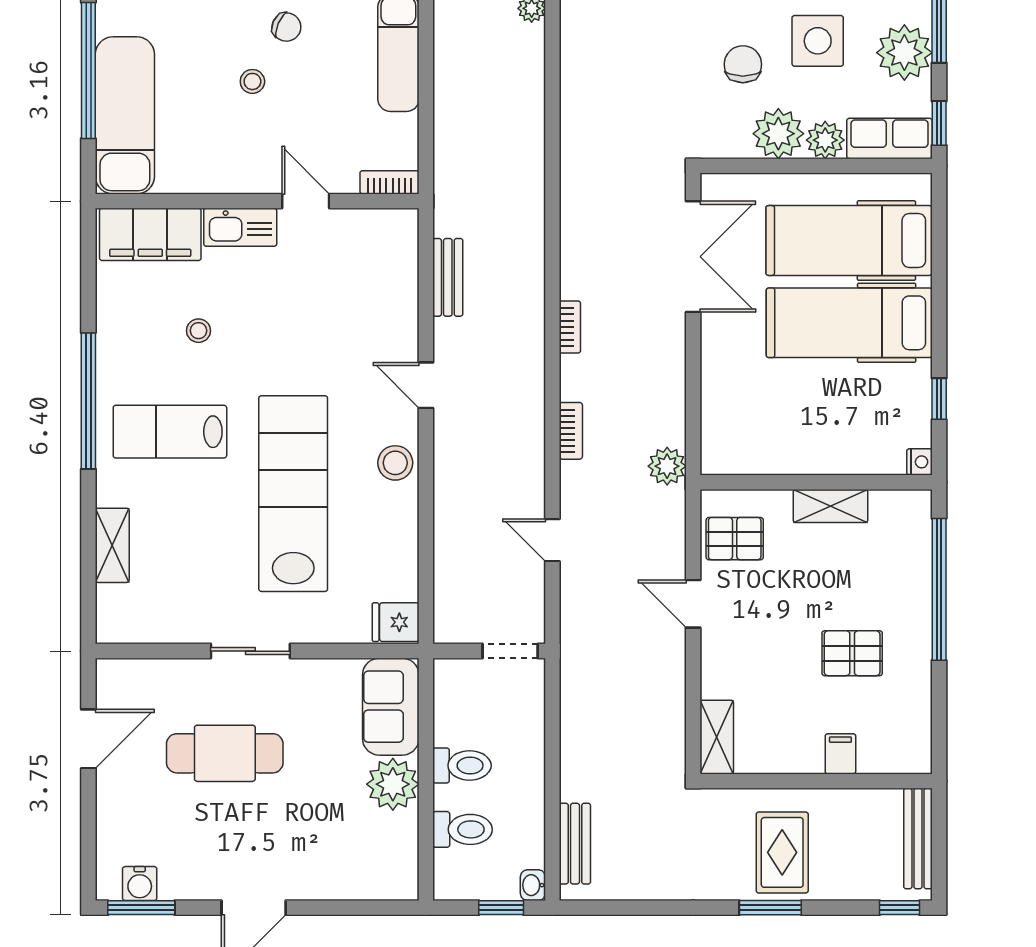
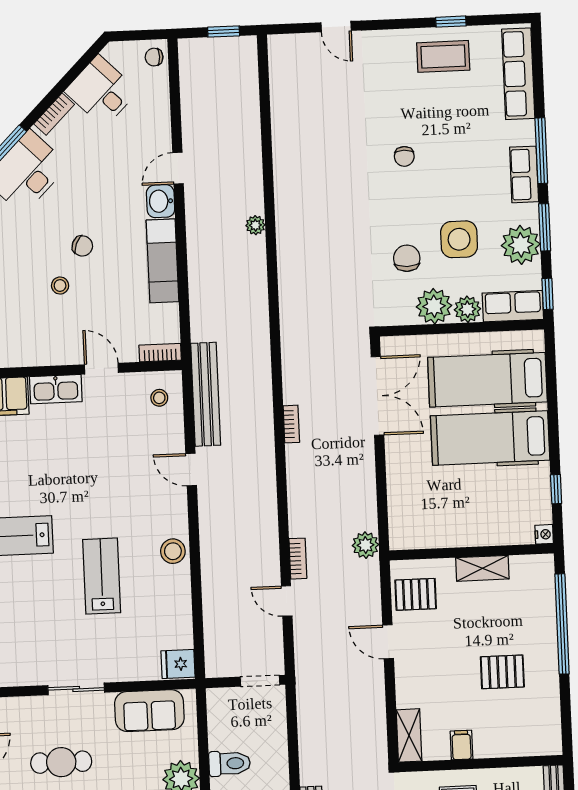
bench: (448, 277) -> (206, 394), width x1.86, depth x1.21
bookcase: (570, 327) -> (291, 424), moved
stool: (198, 331) -> (159, 398), moved
door: (426, 385) -> (191, 469), moved
bookcase: (571, 431) -> (298, 559), moved
lab bench: (293, 494) -> (102, 576), width x0.54, depth x0.72
sofa: (391, 707) -> (149, 711), moved, turned -90
cafe table: (225, 753) -> (61, 762), width x0.73, depth x0.74
filing cabinet: (840, 754) -> (462, 745), moved

